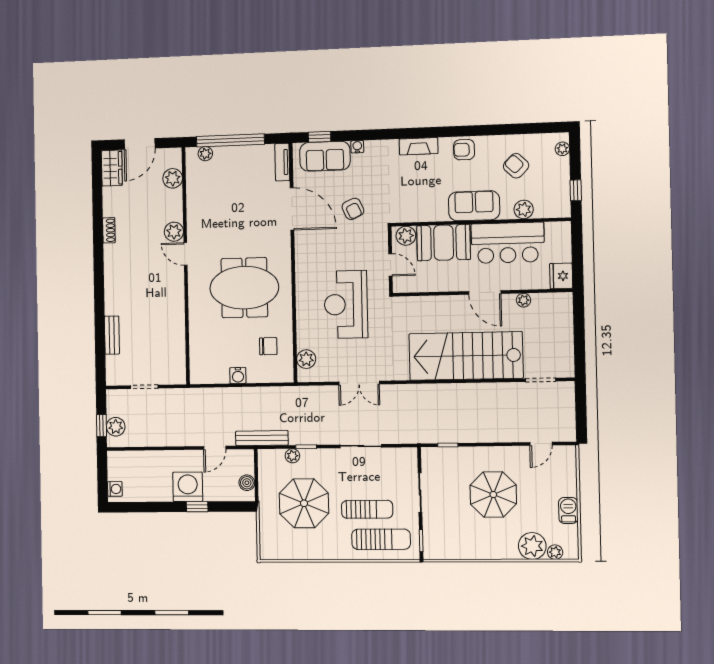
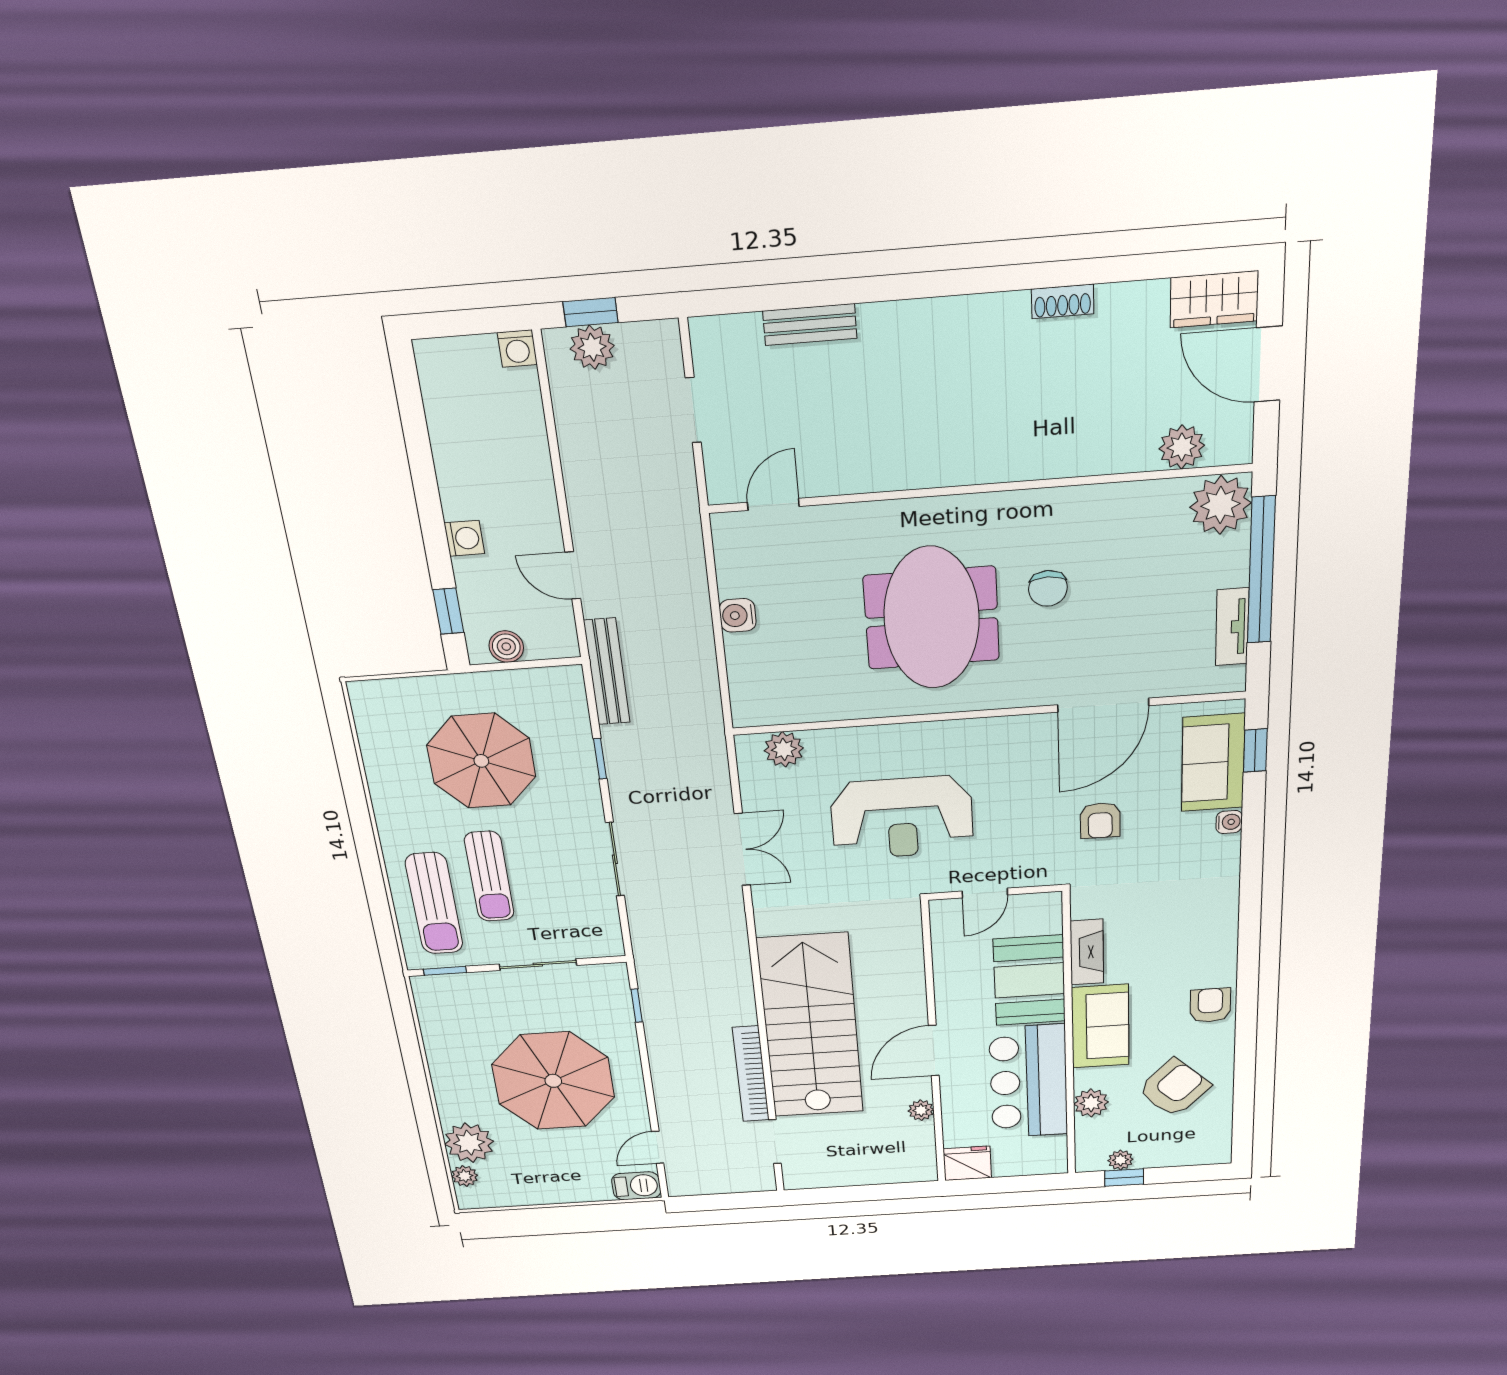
fireplace: (419, 146) -> (1087, 952), moved, turned 180
plant: (562, 149) -> (1120, 1160), moved
plant: (205, 154) -> (1221, 505), width x1.88, depth x1.88
tv unit: (282, 162) -> (1232, 627), moved, turned -90
armchair: (516, 166) -> (1174, 1088), width x1.38, depth x1.38
armchair: (353, 209) -> (1100, 820), turned -66
plant: (174, 232) -> (1057, 457), removed
plant: (406, 236) -> (1043, 917), removed
door: (185, 254) -> (773, 504), moved
reception desk: (346, 304) -> (902, 818), turned 180
chair: (268, 346) -> (1048, 588), moved
double door: (359, 383) -> (742, 849), swing flipped
bookcase: (495, 389) -> (751, 1074), added
door: (541, 444) -> (658, 1147), hinge flipped
plant: (292, 456) -> (577, 734), removed
washing machine: (188, 487) -> (464, 538), width x0.53, depth x0.53
washing machine: (115, 489) -> (517, 348), moved
parasol: (493, 495) -> (553, 1081), width x1.36, depth x1.36
window: (197, 507) -> (448, 611), moved
barbecue: (568, 510) -> (636, 1186), moved

